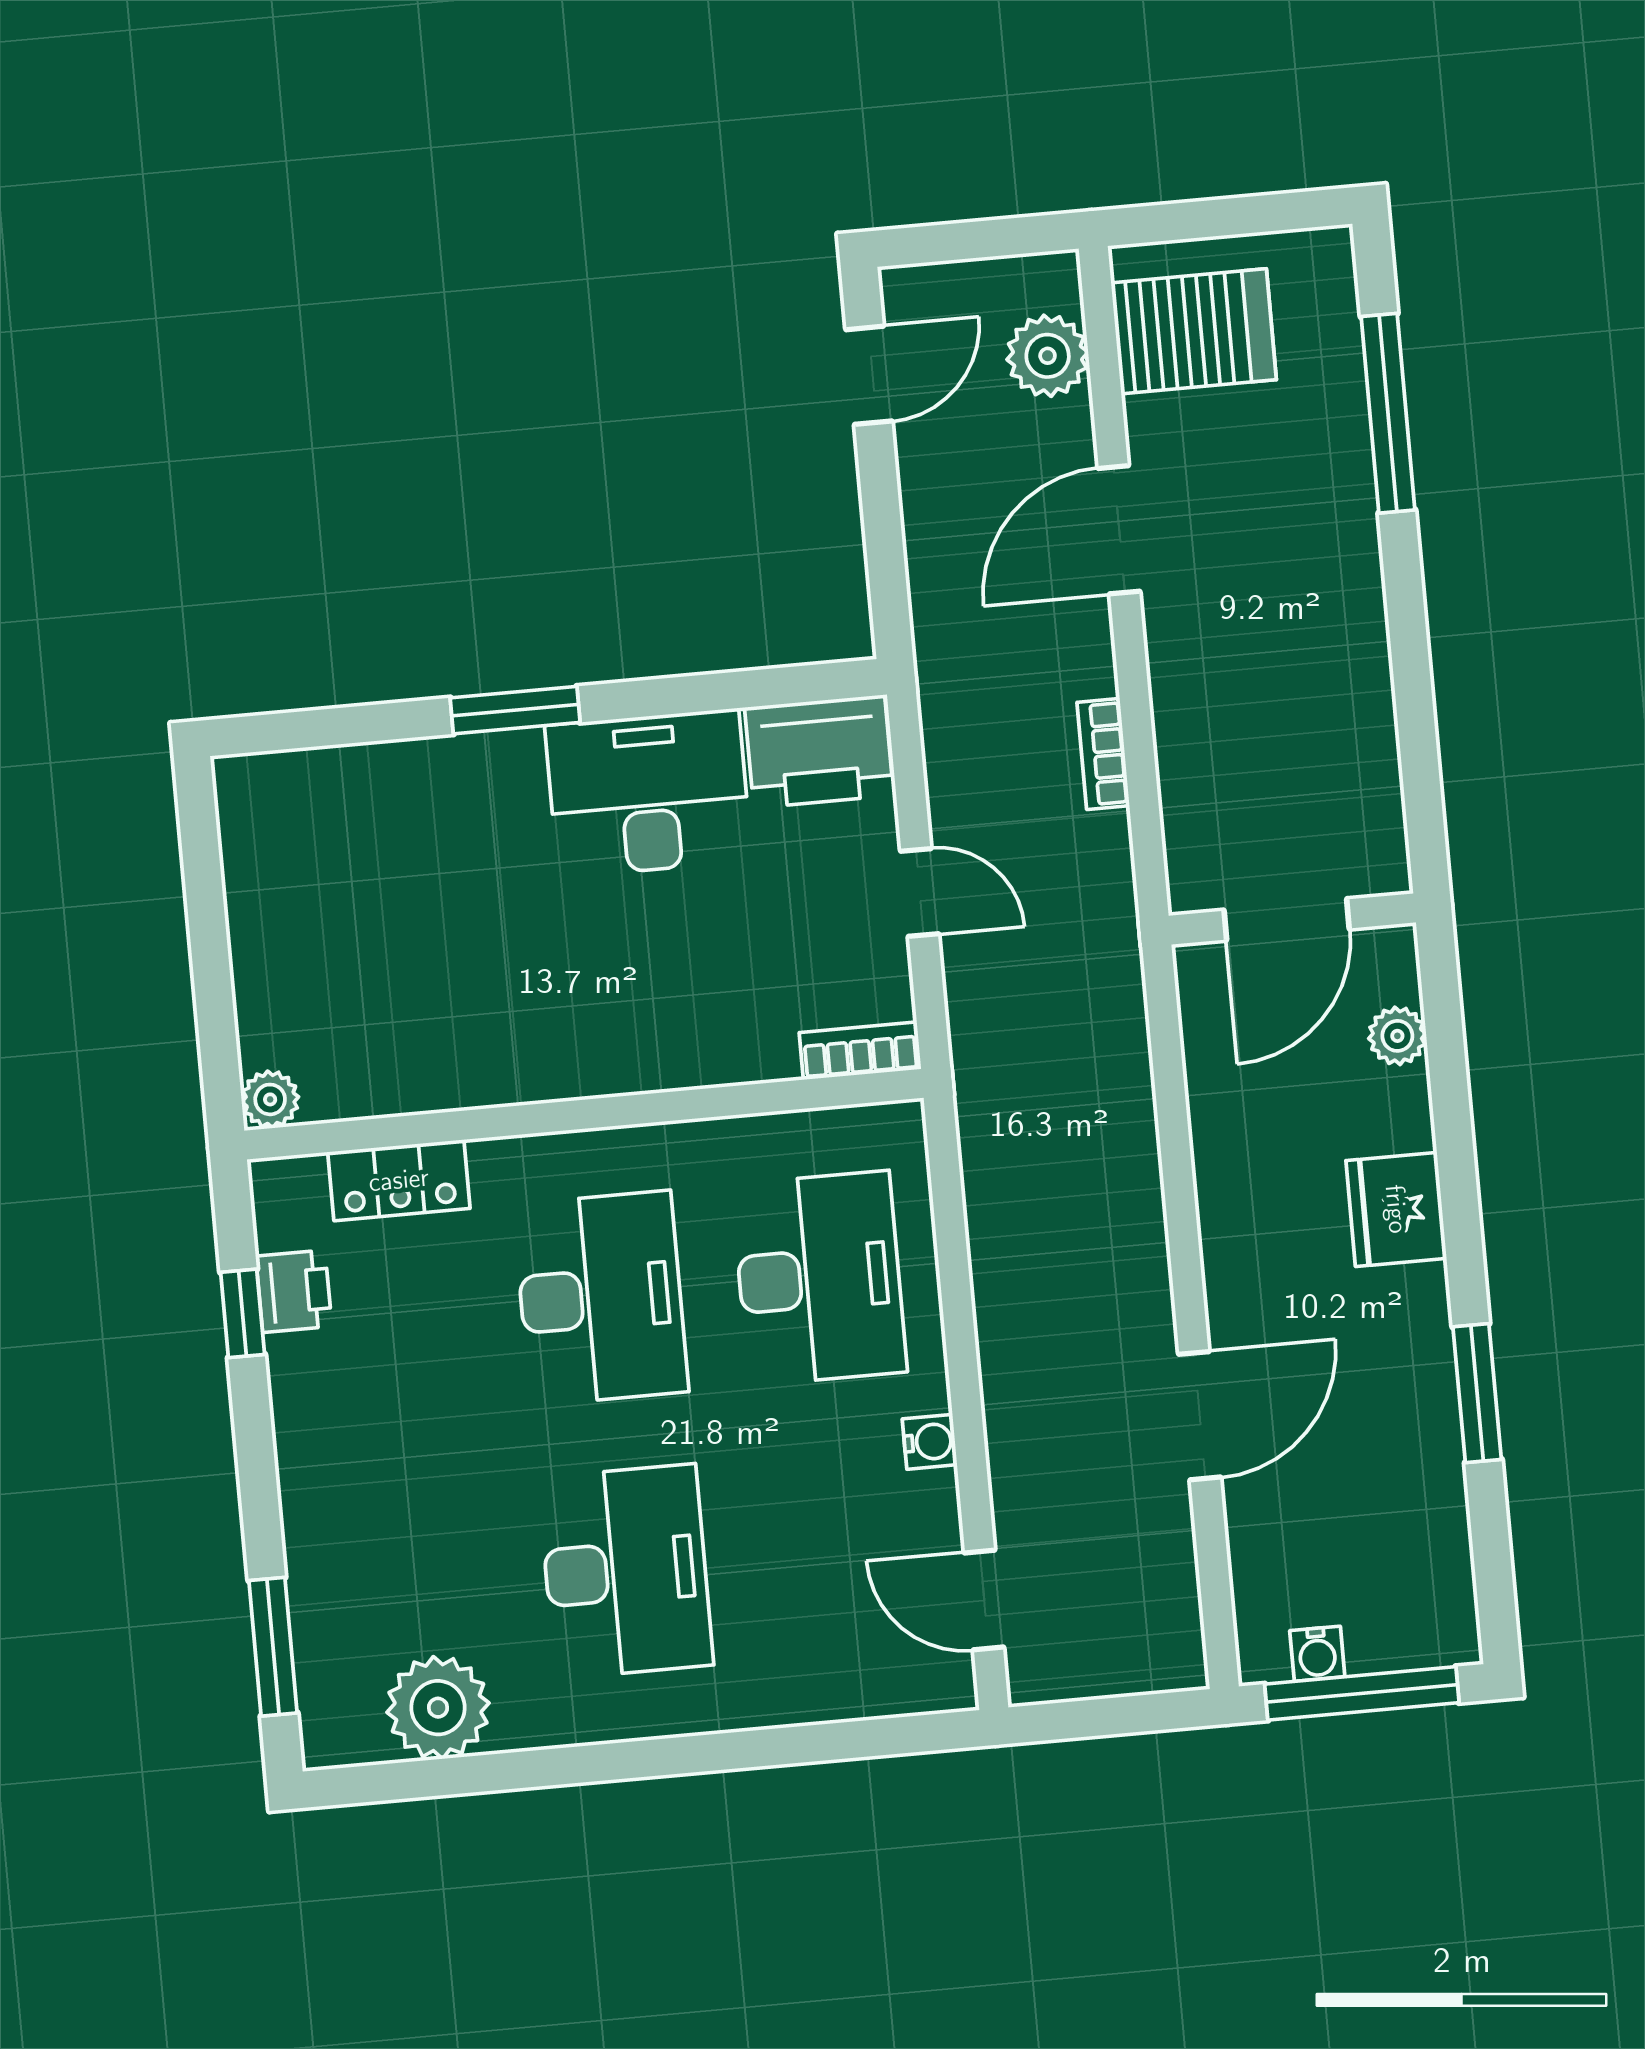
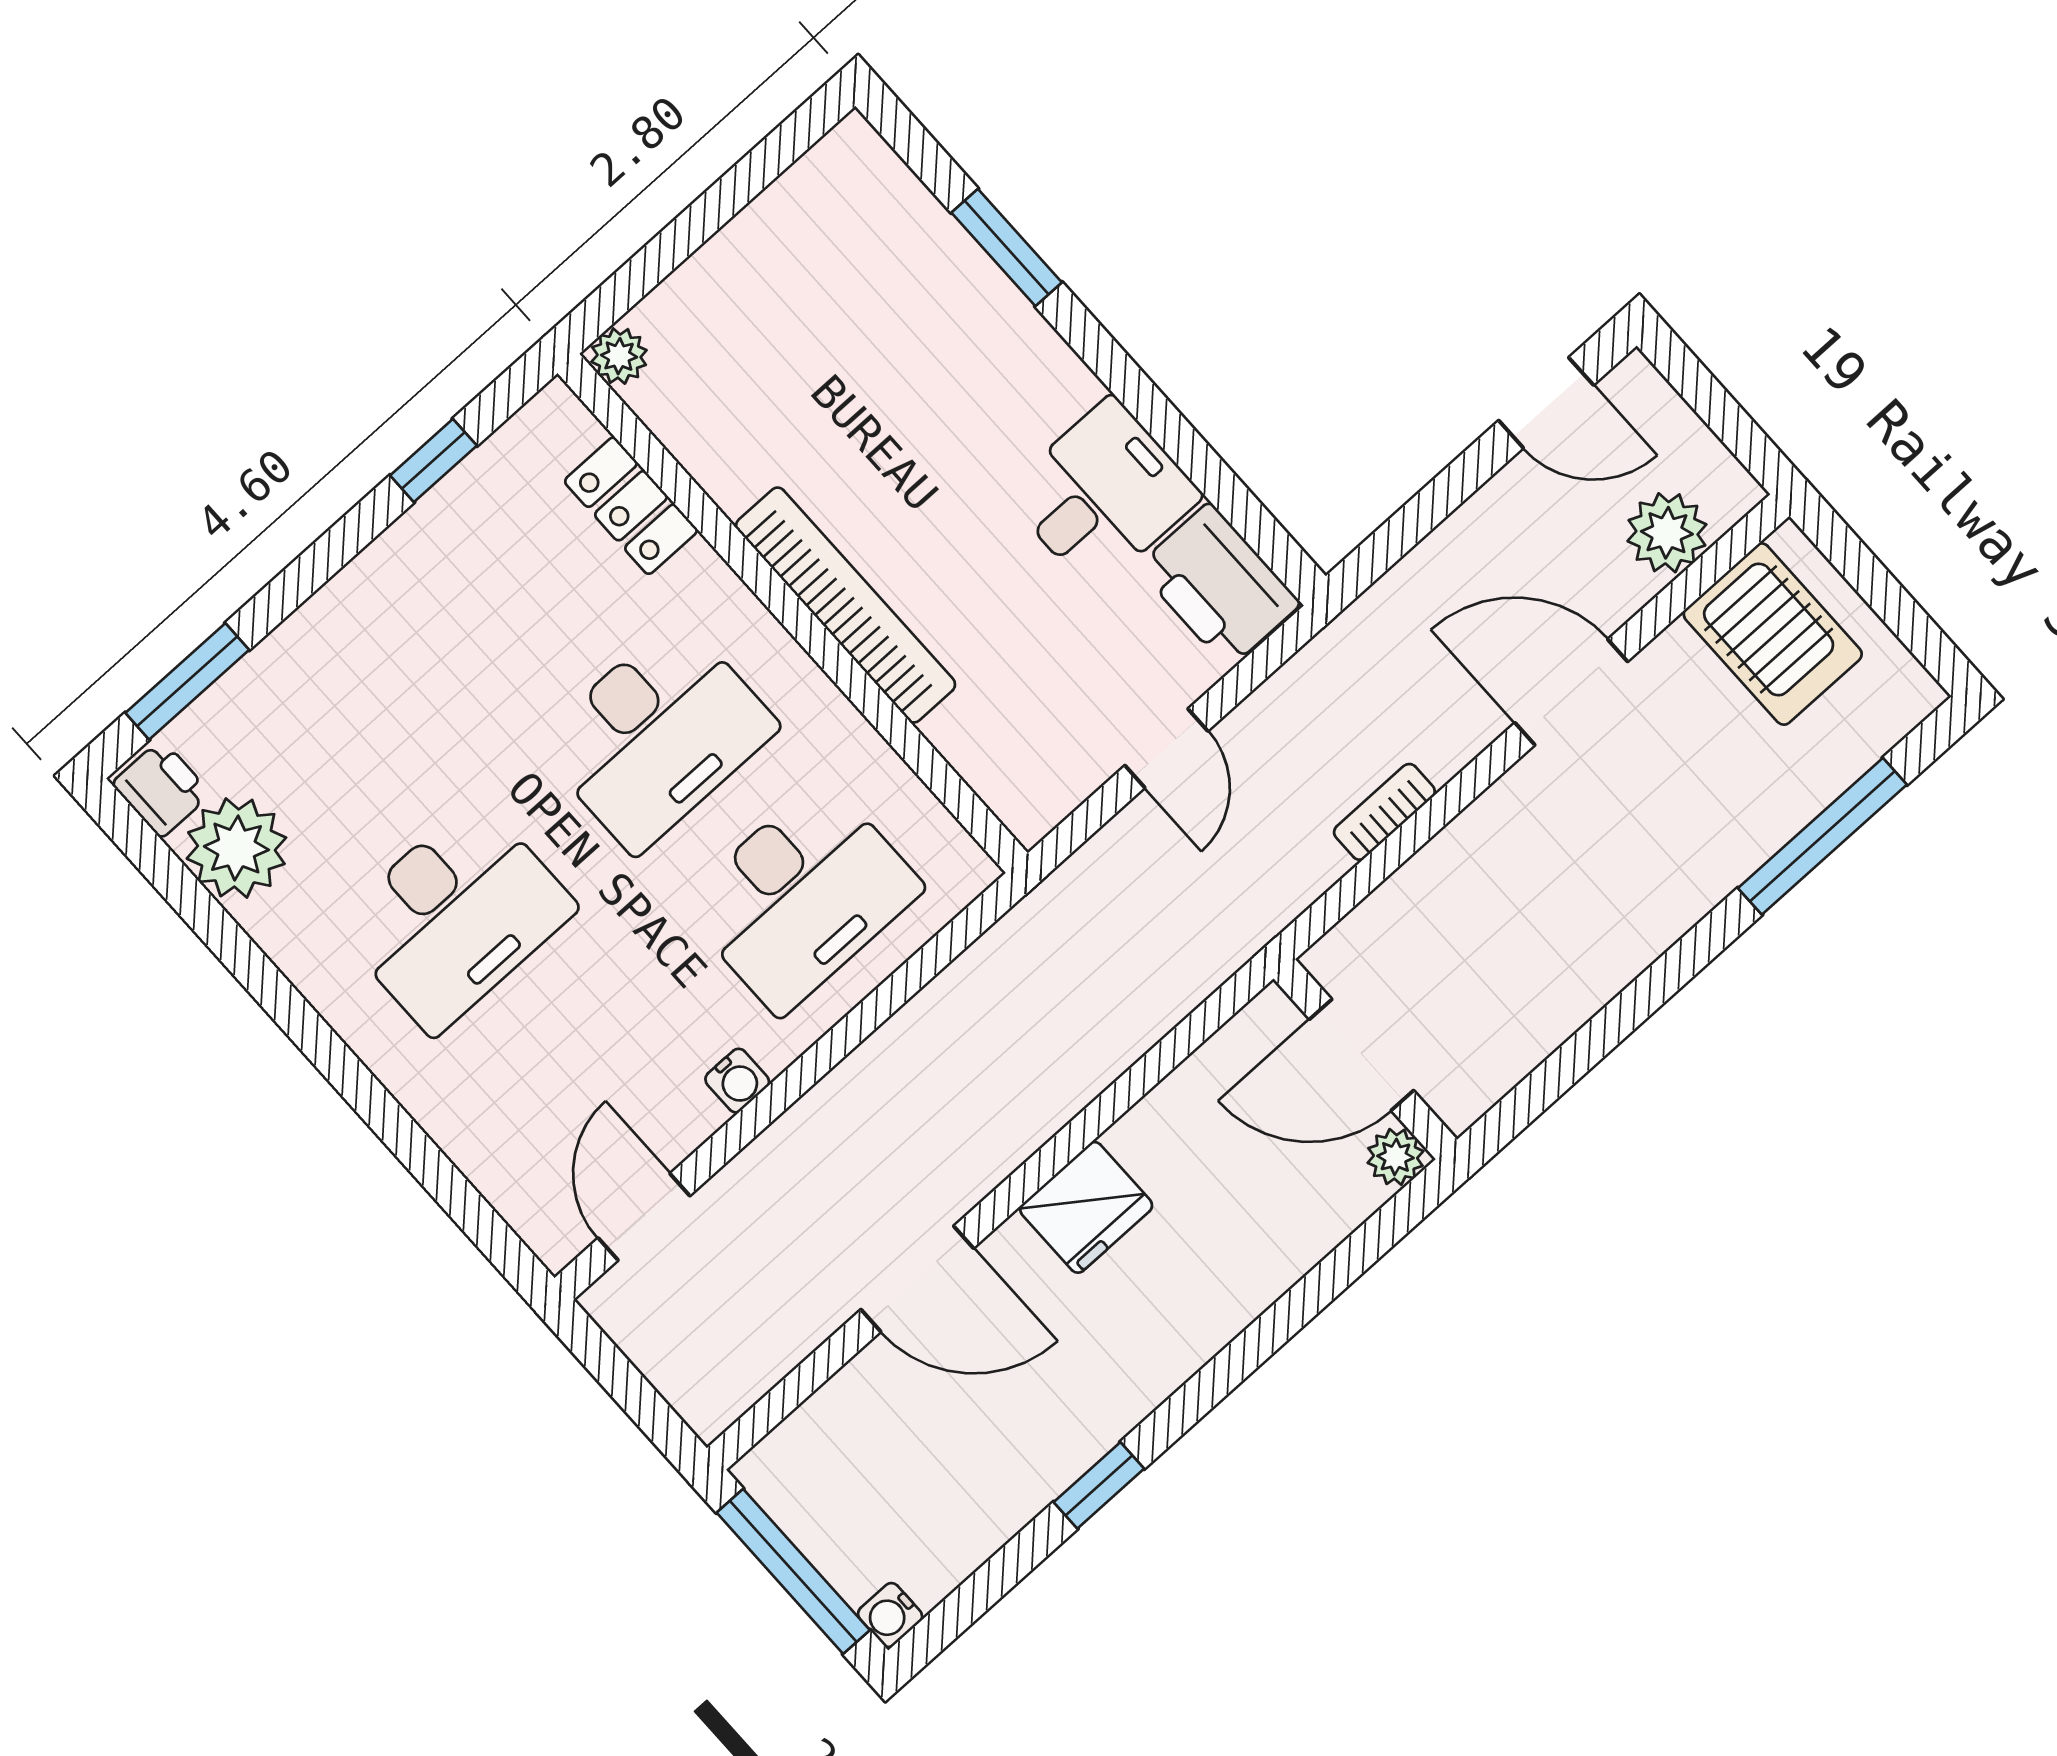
window: (515, 710) -> (1007, 247), moved
desk: (648, 793) -> (1102, 494), width x0.73
plant: (1397, 1036) -> (1396, 1157), moved
bookcase: (860, 1051) -> (846, 605), moved, width x2.31, depth x1.31
fridge: (1396, 1209) -> (1086, 1207), moved, turned 180
printer: (294, 1291) -> (161, 789), moved, turned -90
window: (1477, 1393) -> (1099, 1485), width x0.67
water cooler: (1317, 1654) -> (890, 1615), moved

